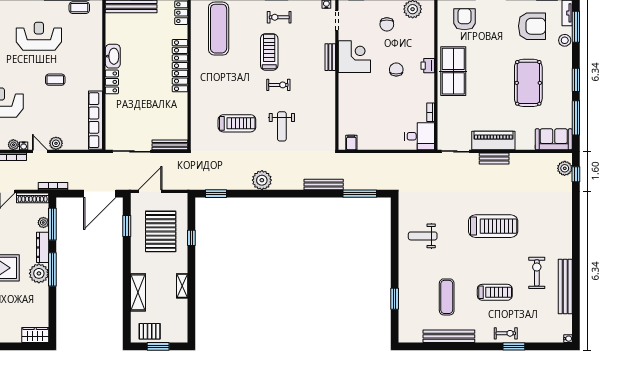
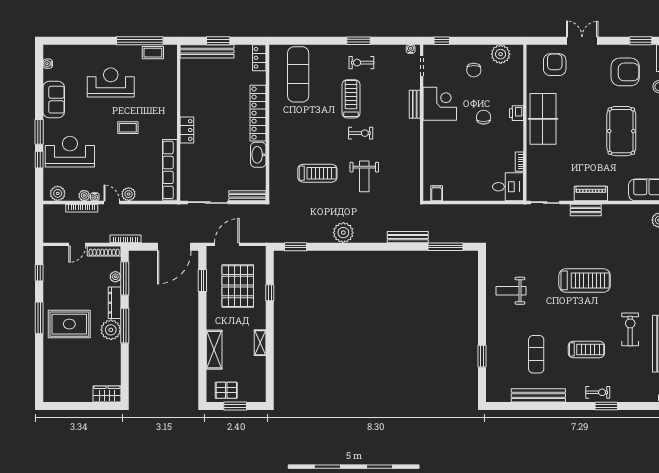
washbasin: (113, 56) -> (258, 155), moved, turned 180
piano: (493, 141) -> (591, 194), width x0.73, depth x0.75

